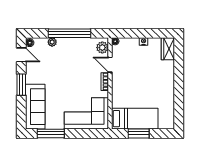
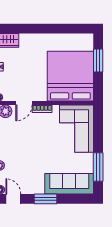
door: (21, 55) -> (13, 199), hinge flipped
bed: (135, 119) -> (70, 76), width x2.04
window: (139, 133) -> (98, 61), moved

